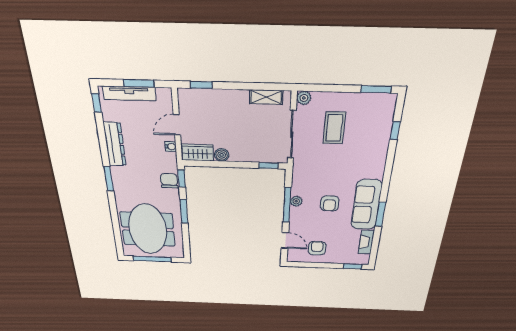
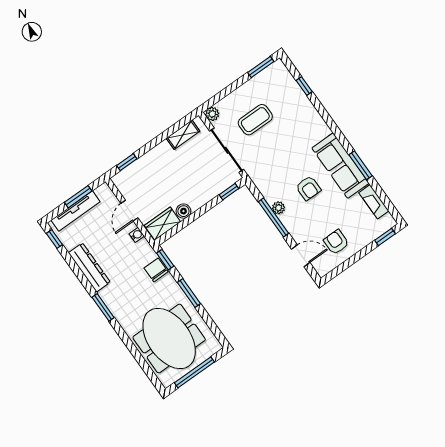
coffee table: (334, 128) -> (255, 120), turned 90

